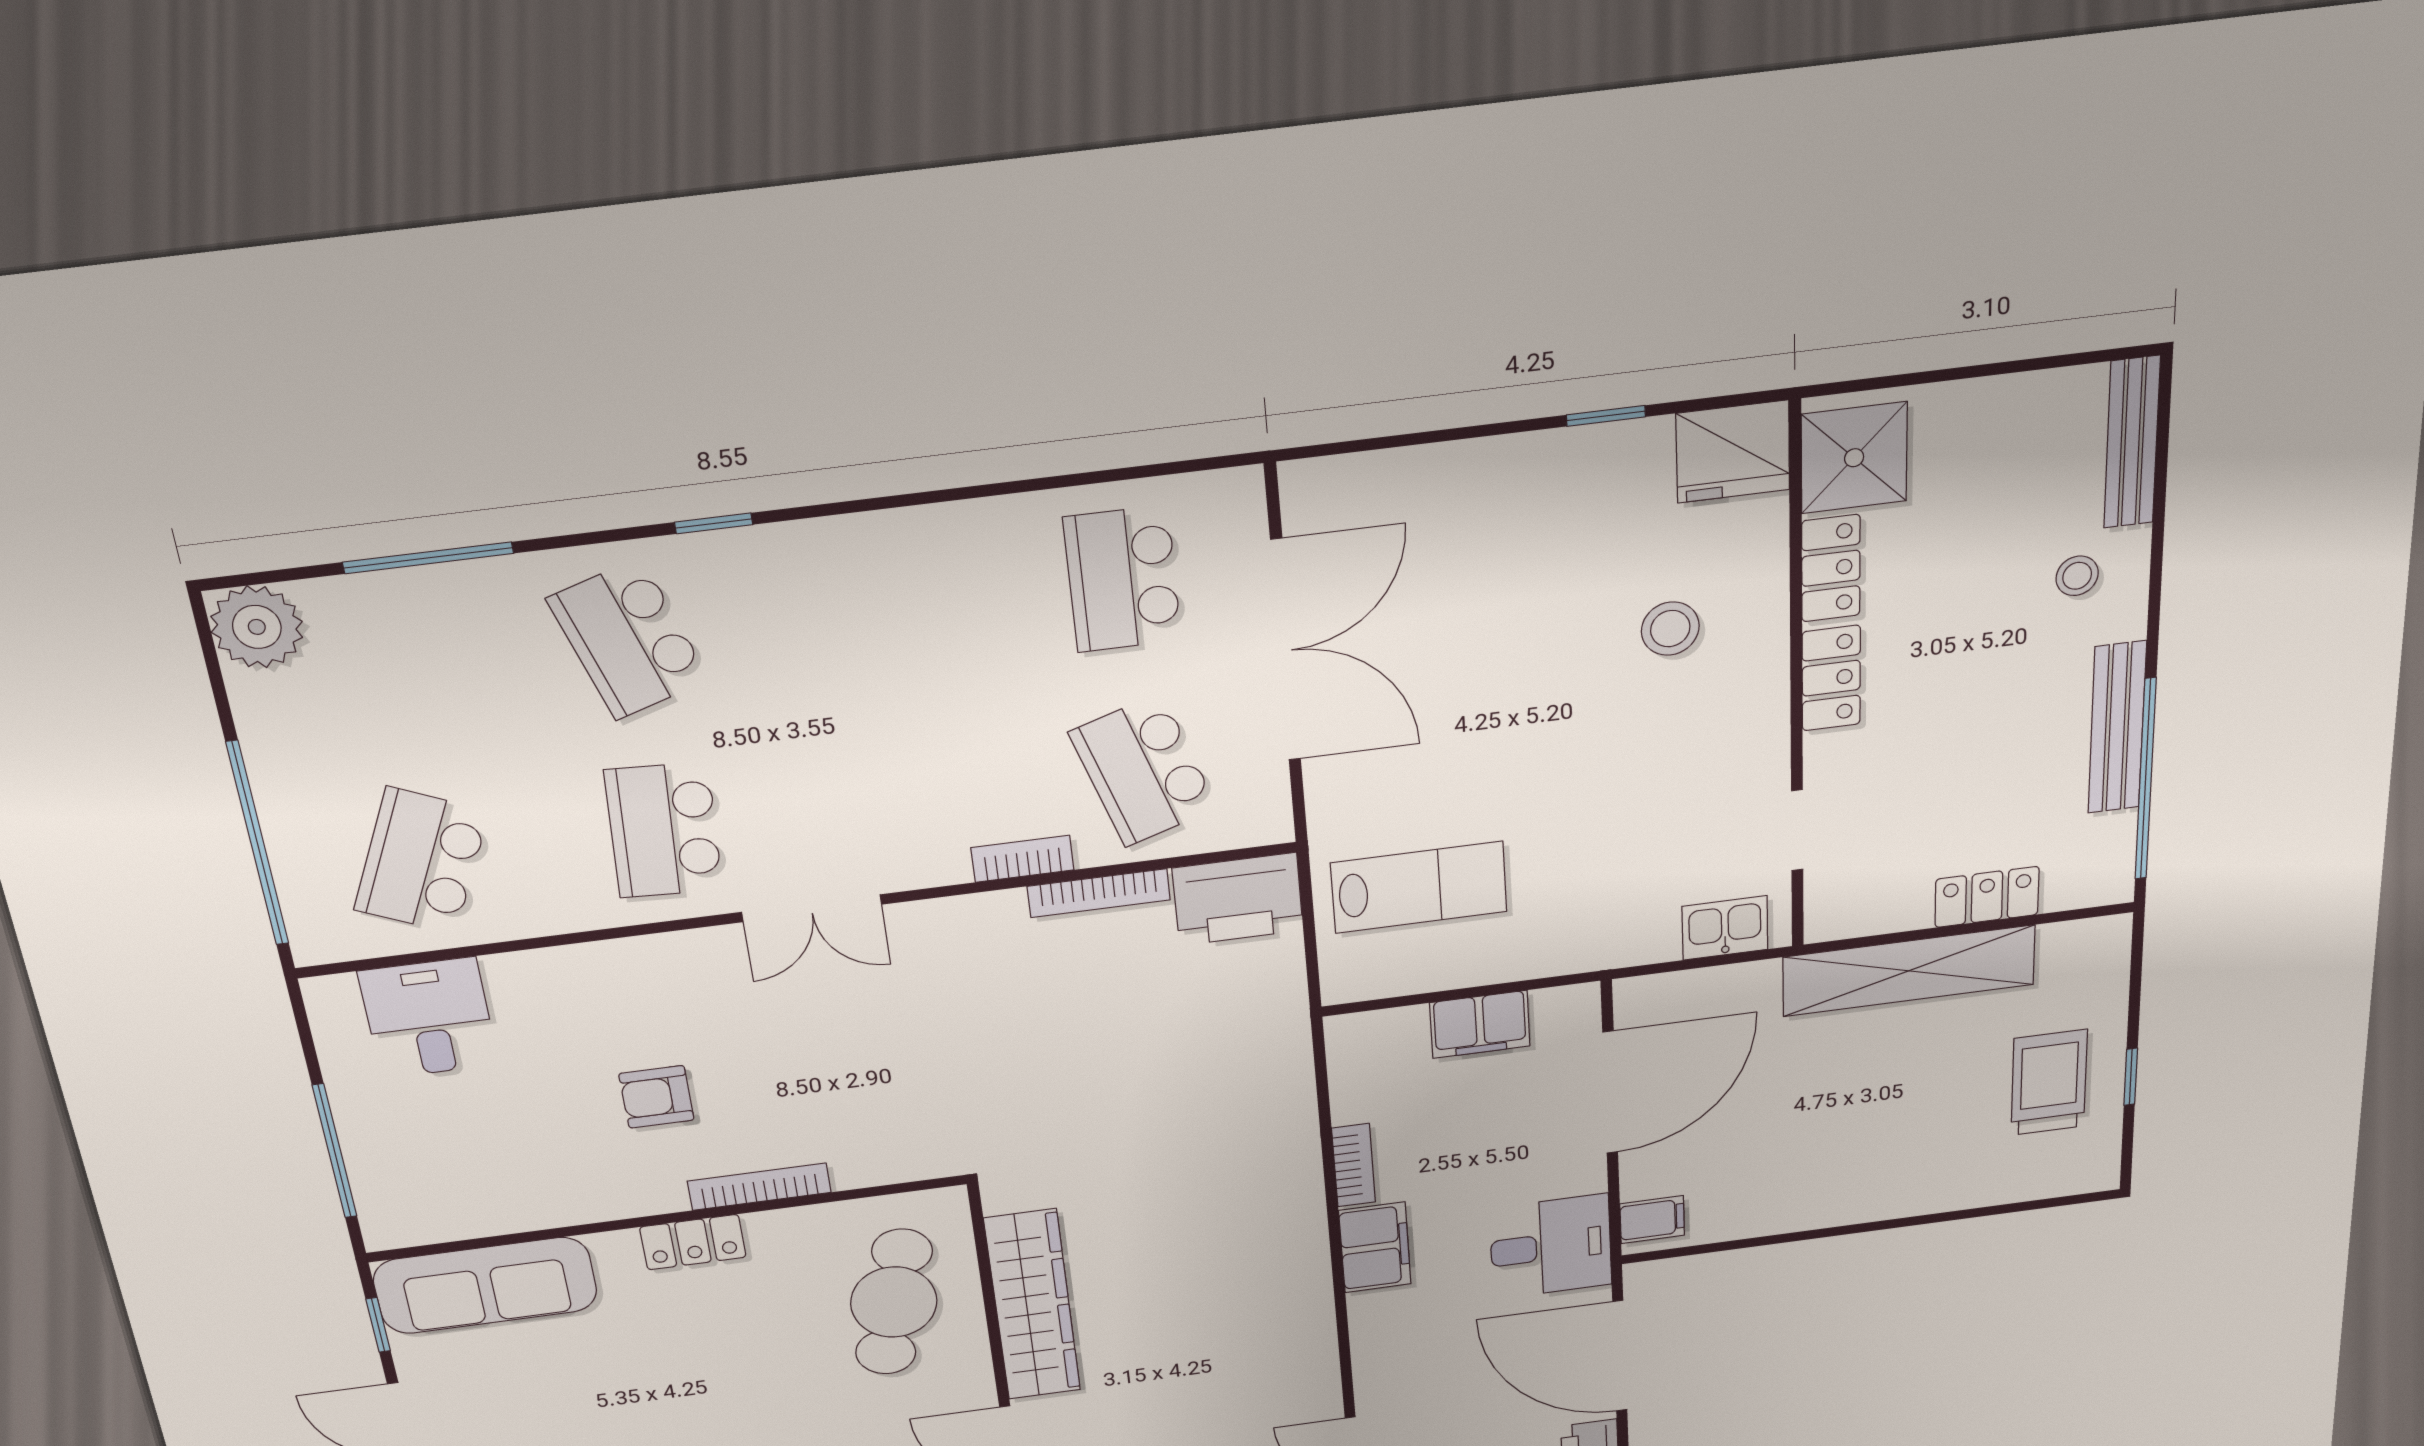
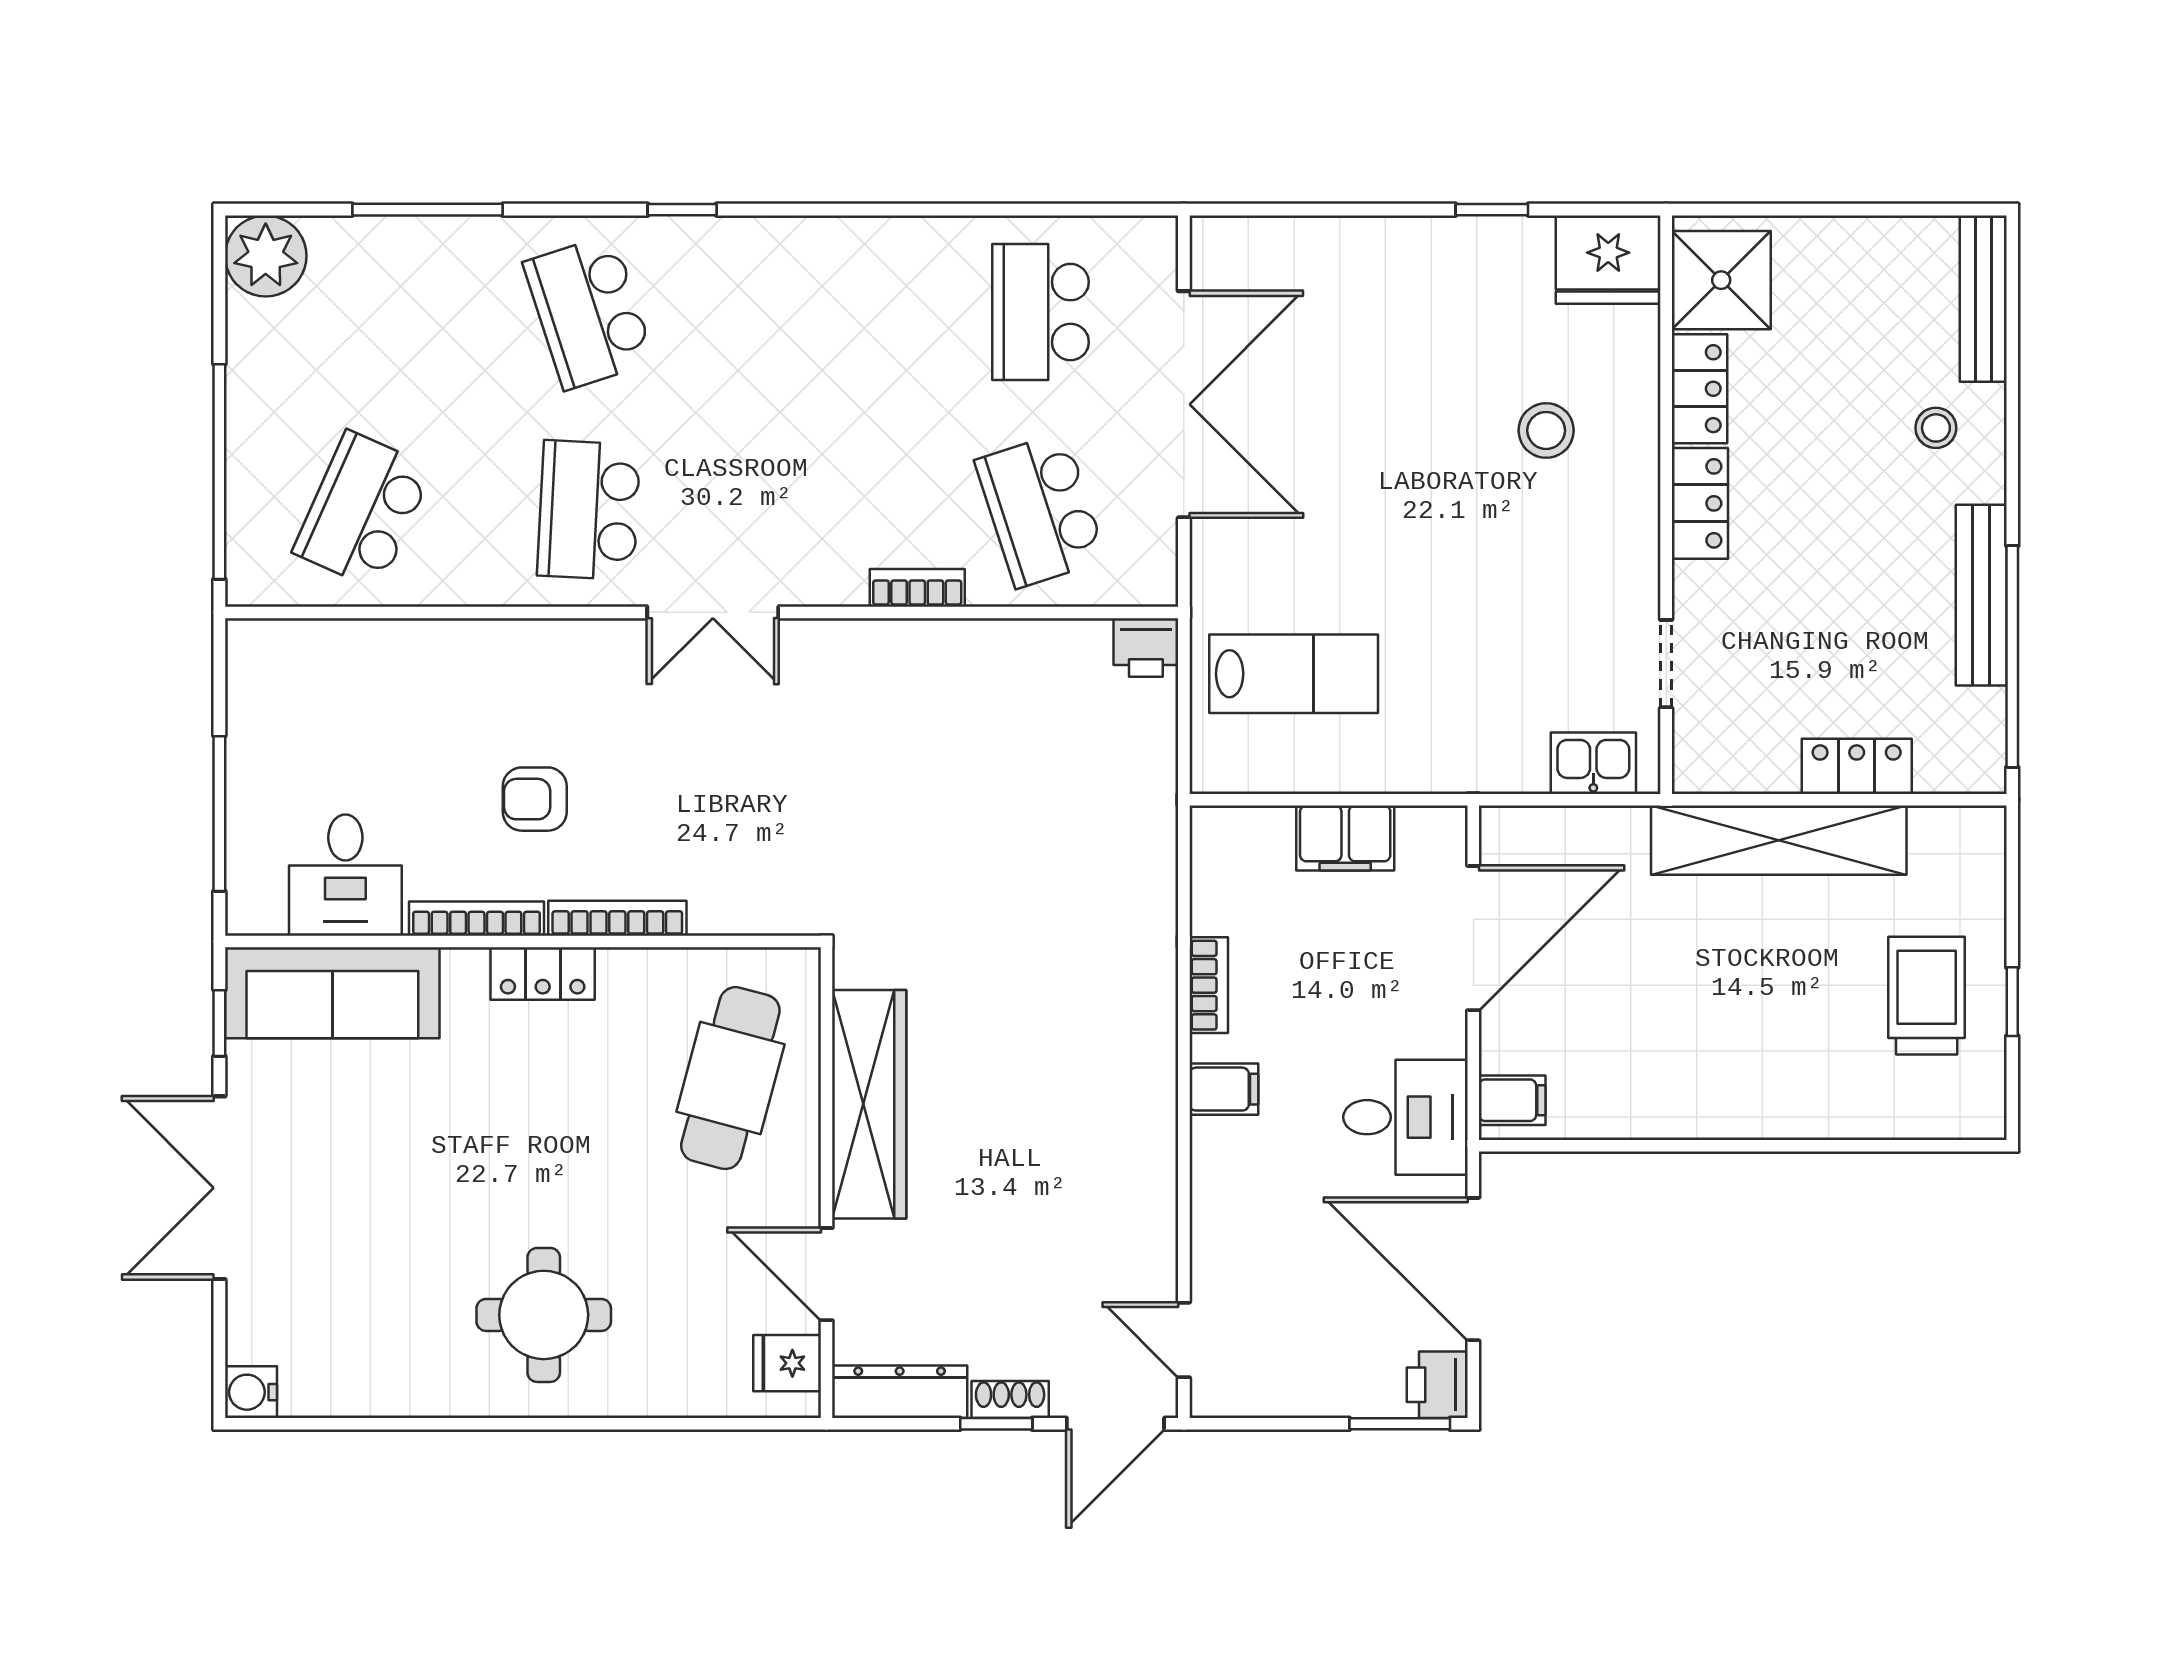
bookcase: (1099, 893) -> (477, 919), moved, turned 180
printer: (1238, 899) -> (1146, 647), width x0.53, depth x0.68
desk: (429, 1018) -> (345, 875), moved, turned 180
filing cabinet: (1375, 1247) -> (1224, 1089), width x0.50

